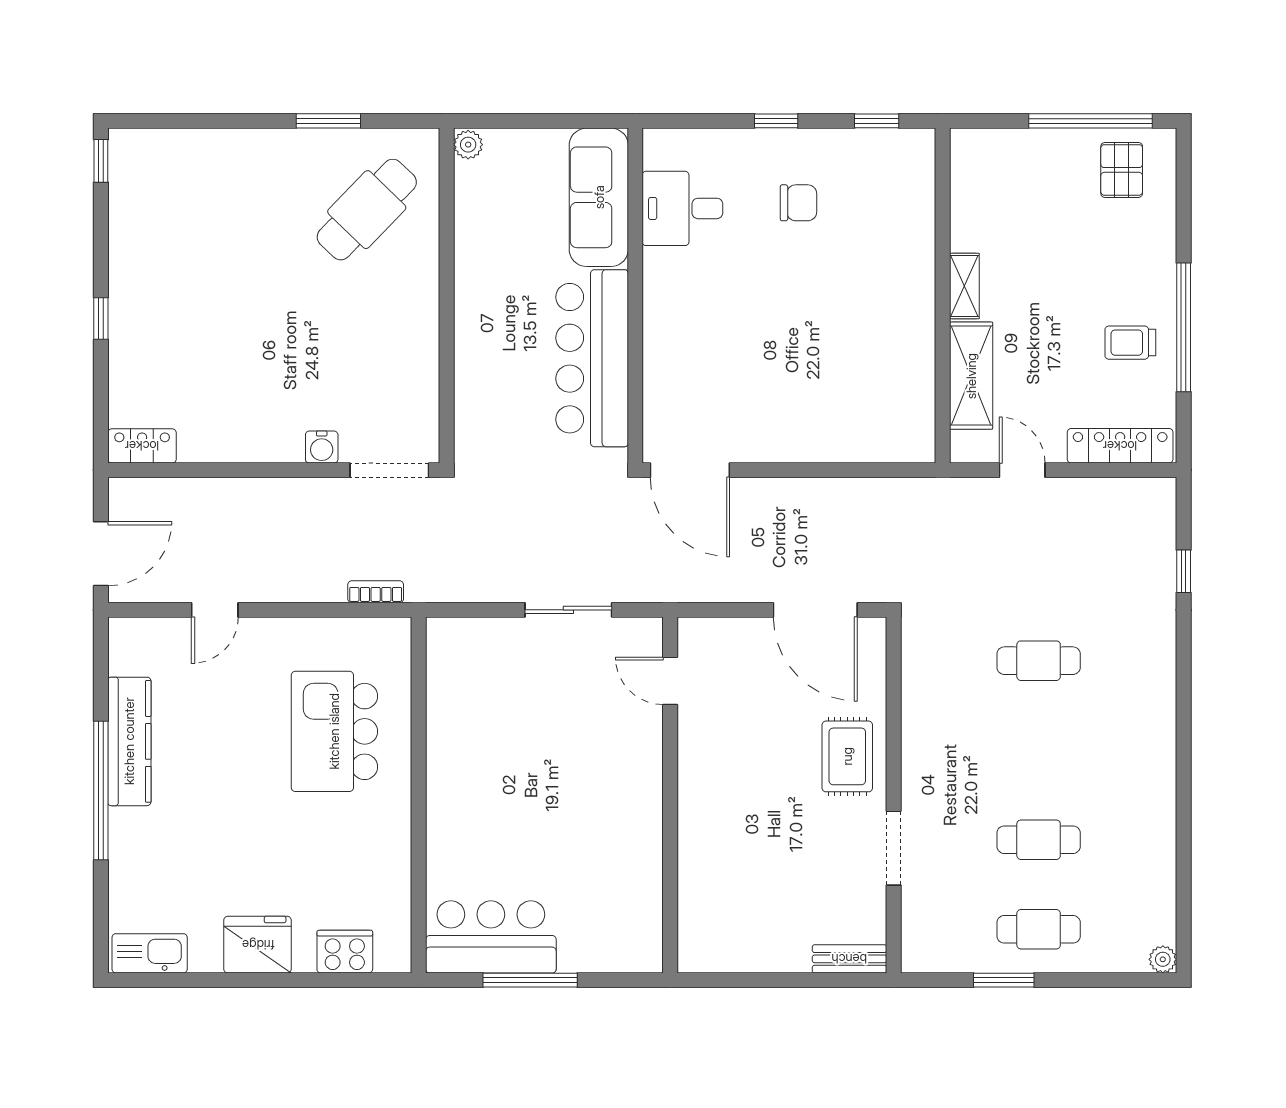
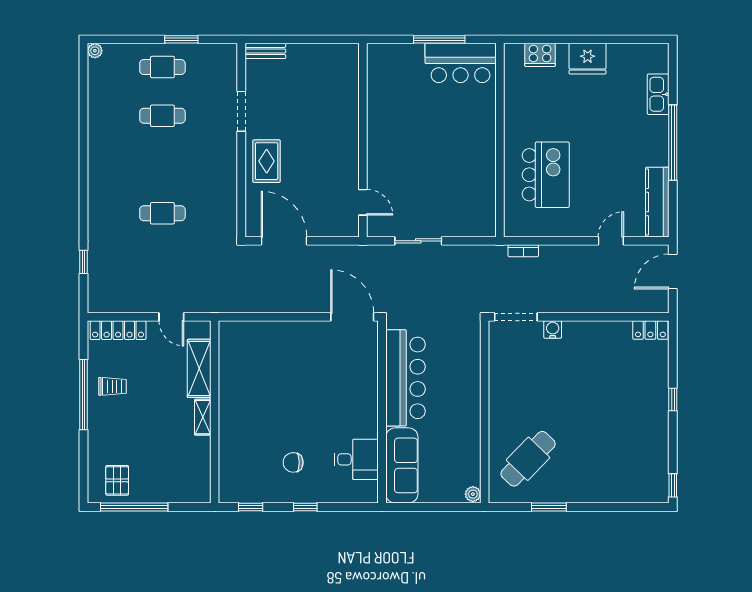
kitchen counter: (129, 741) -> (657, 202), moved
kitchen sink: (150, 953) -> (658, 94), moved, turned 90

